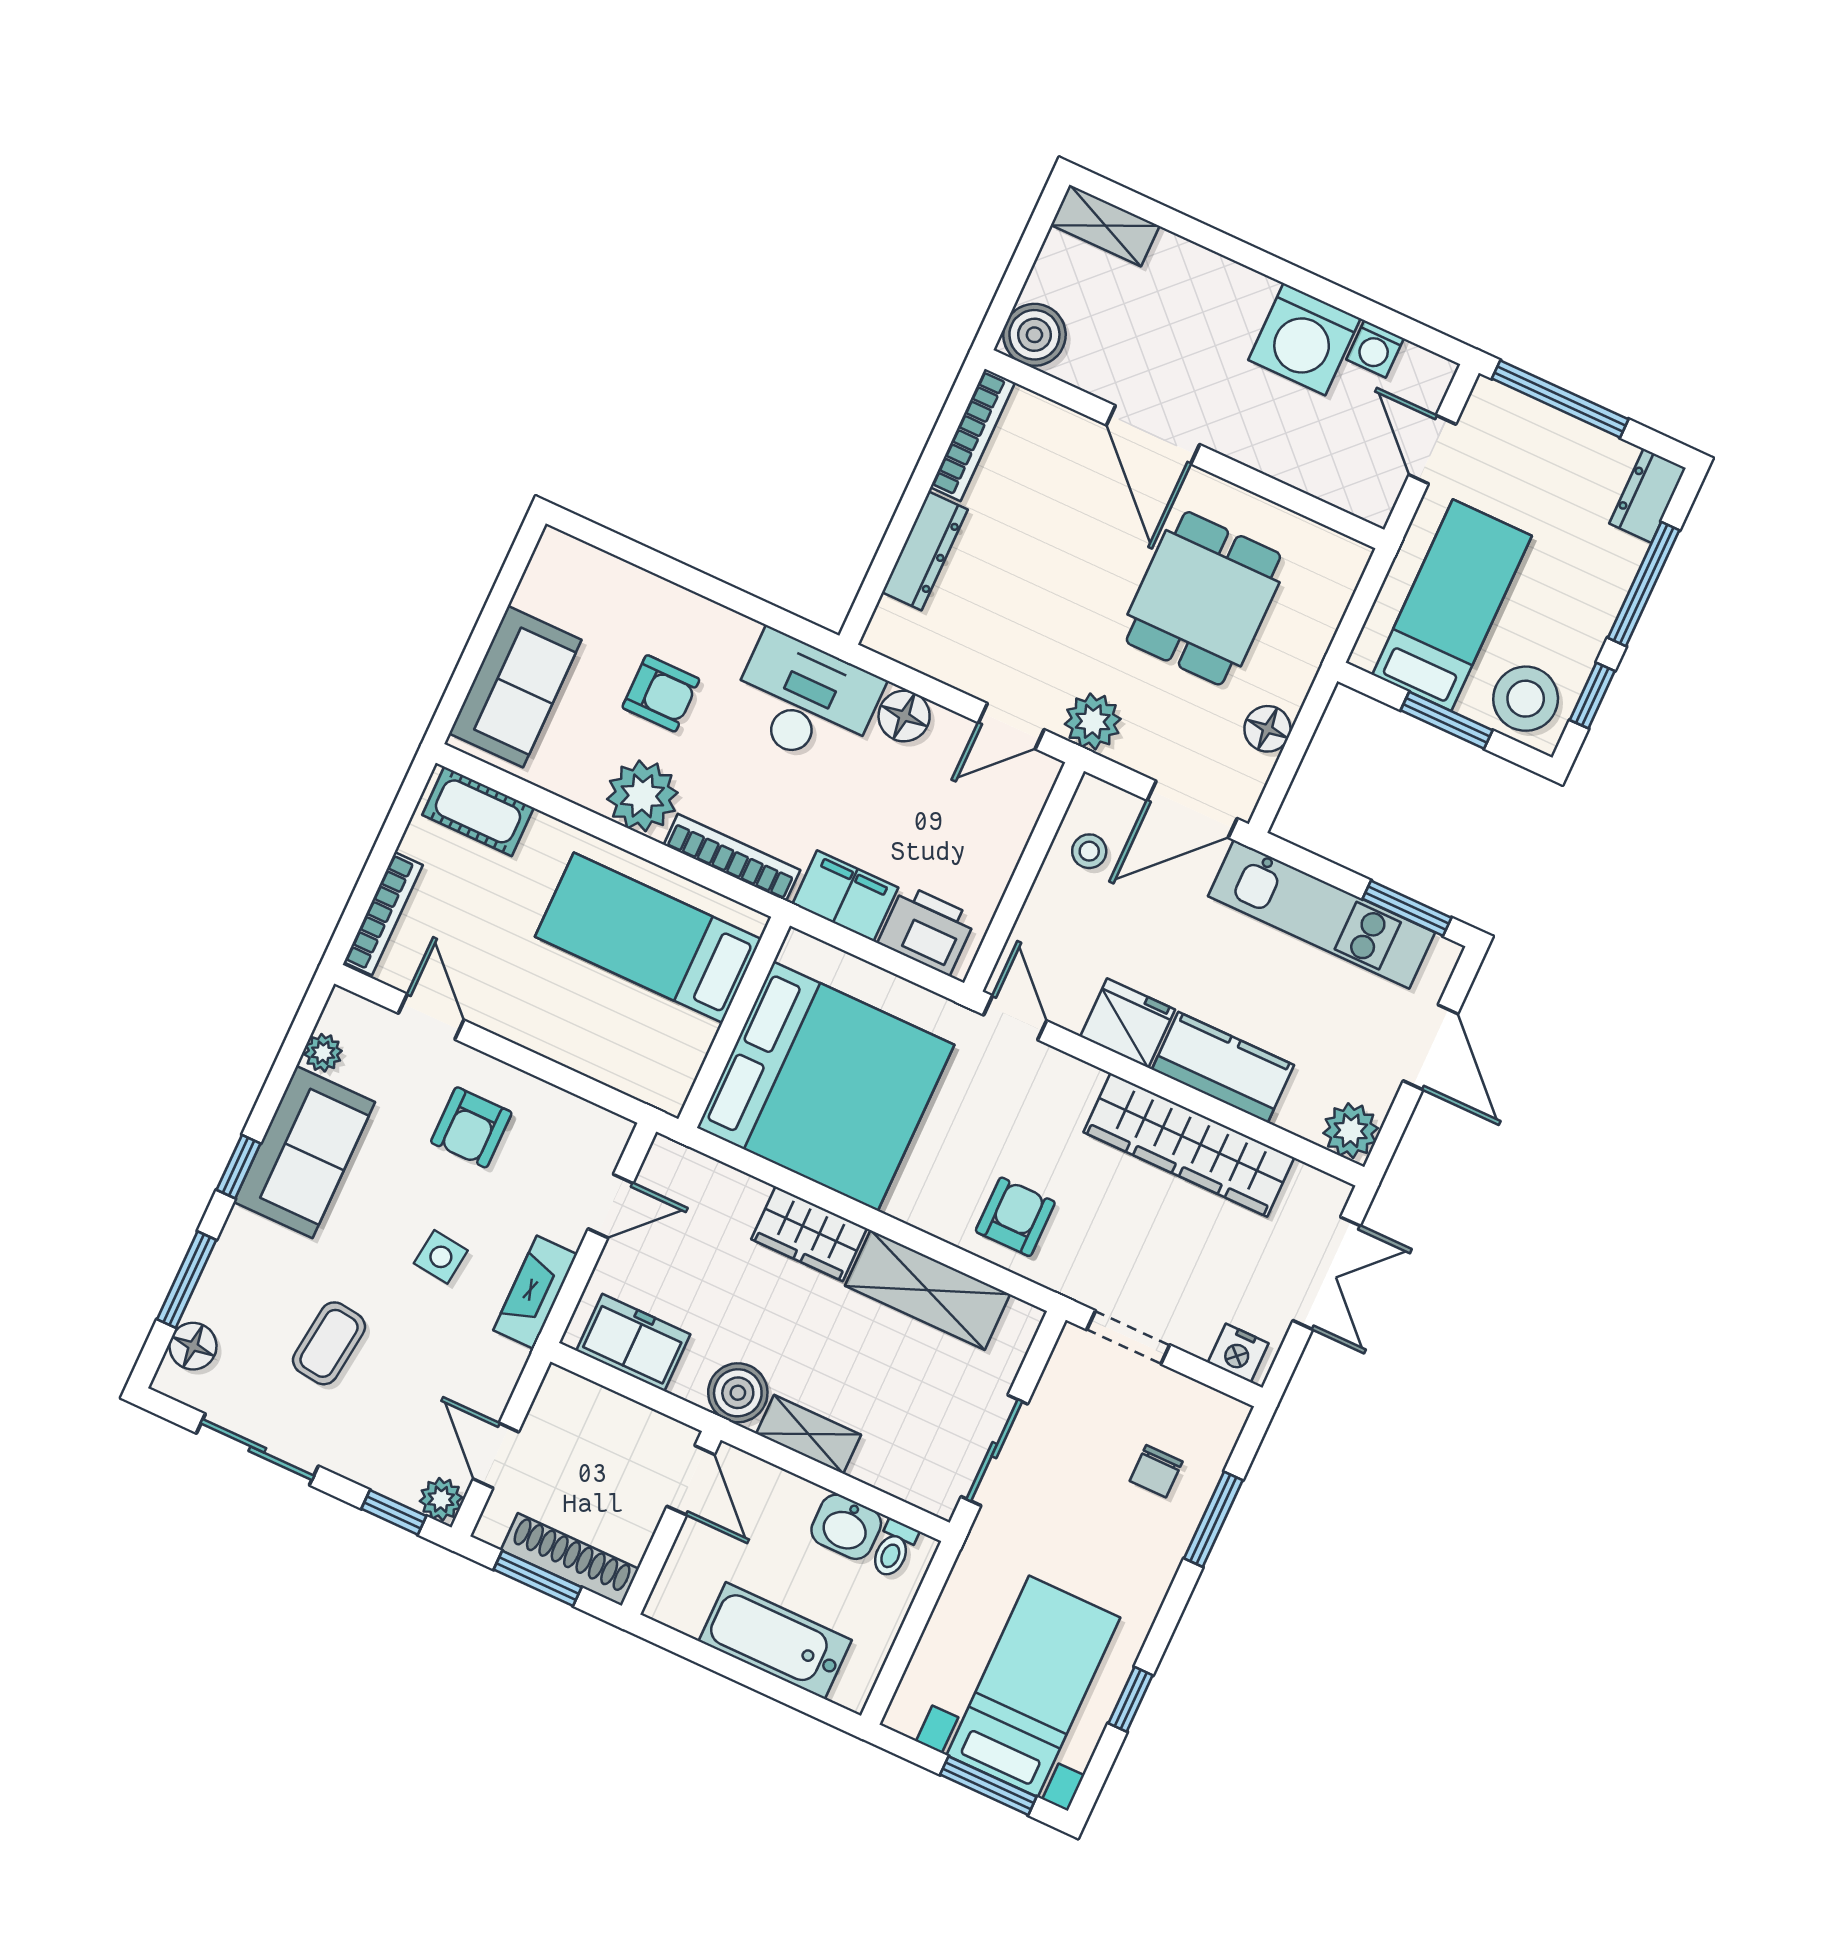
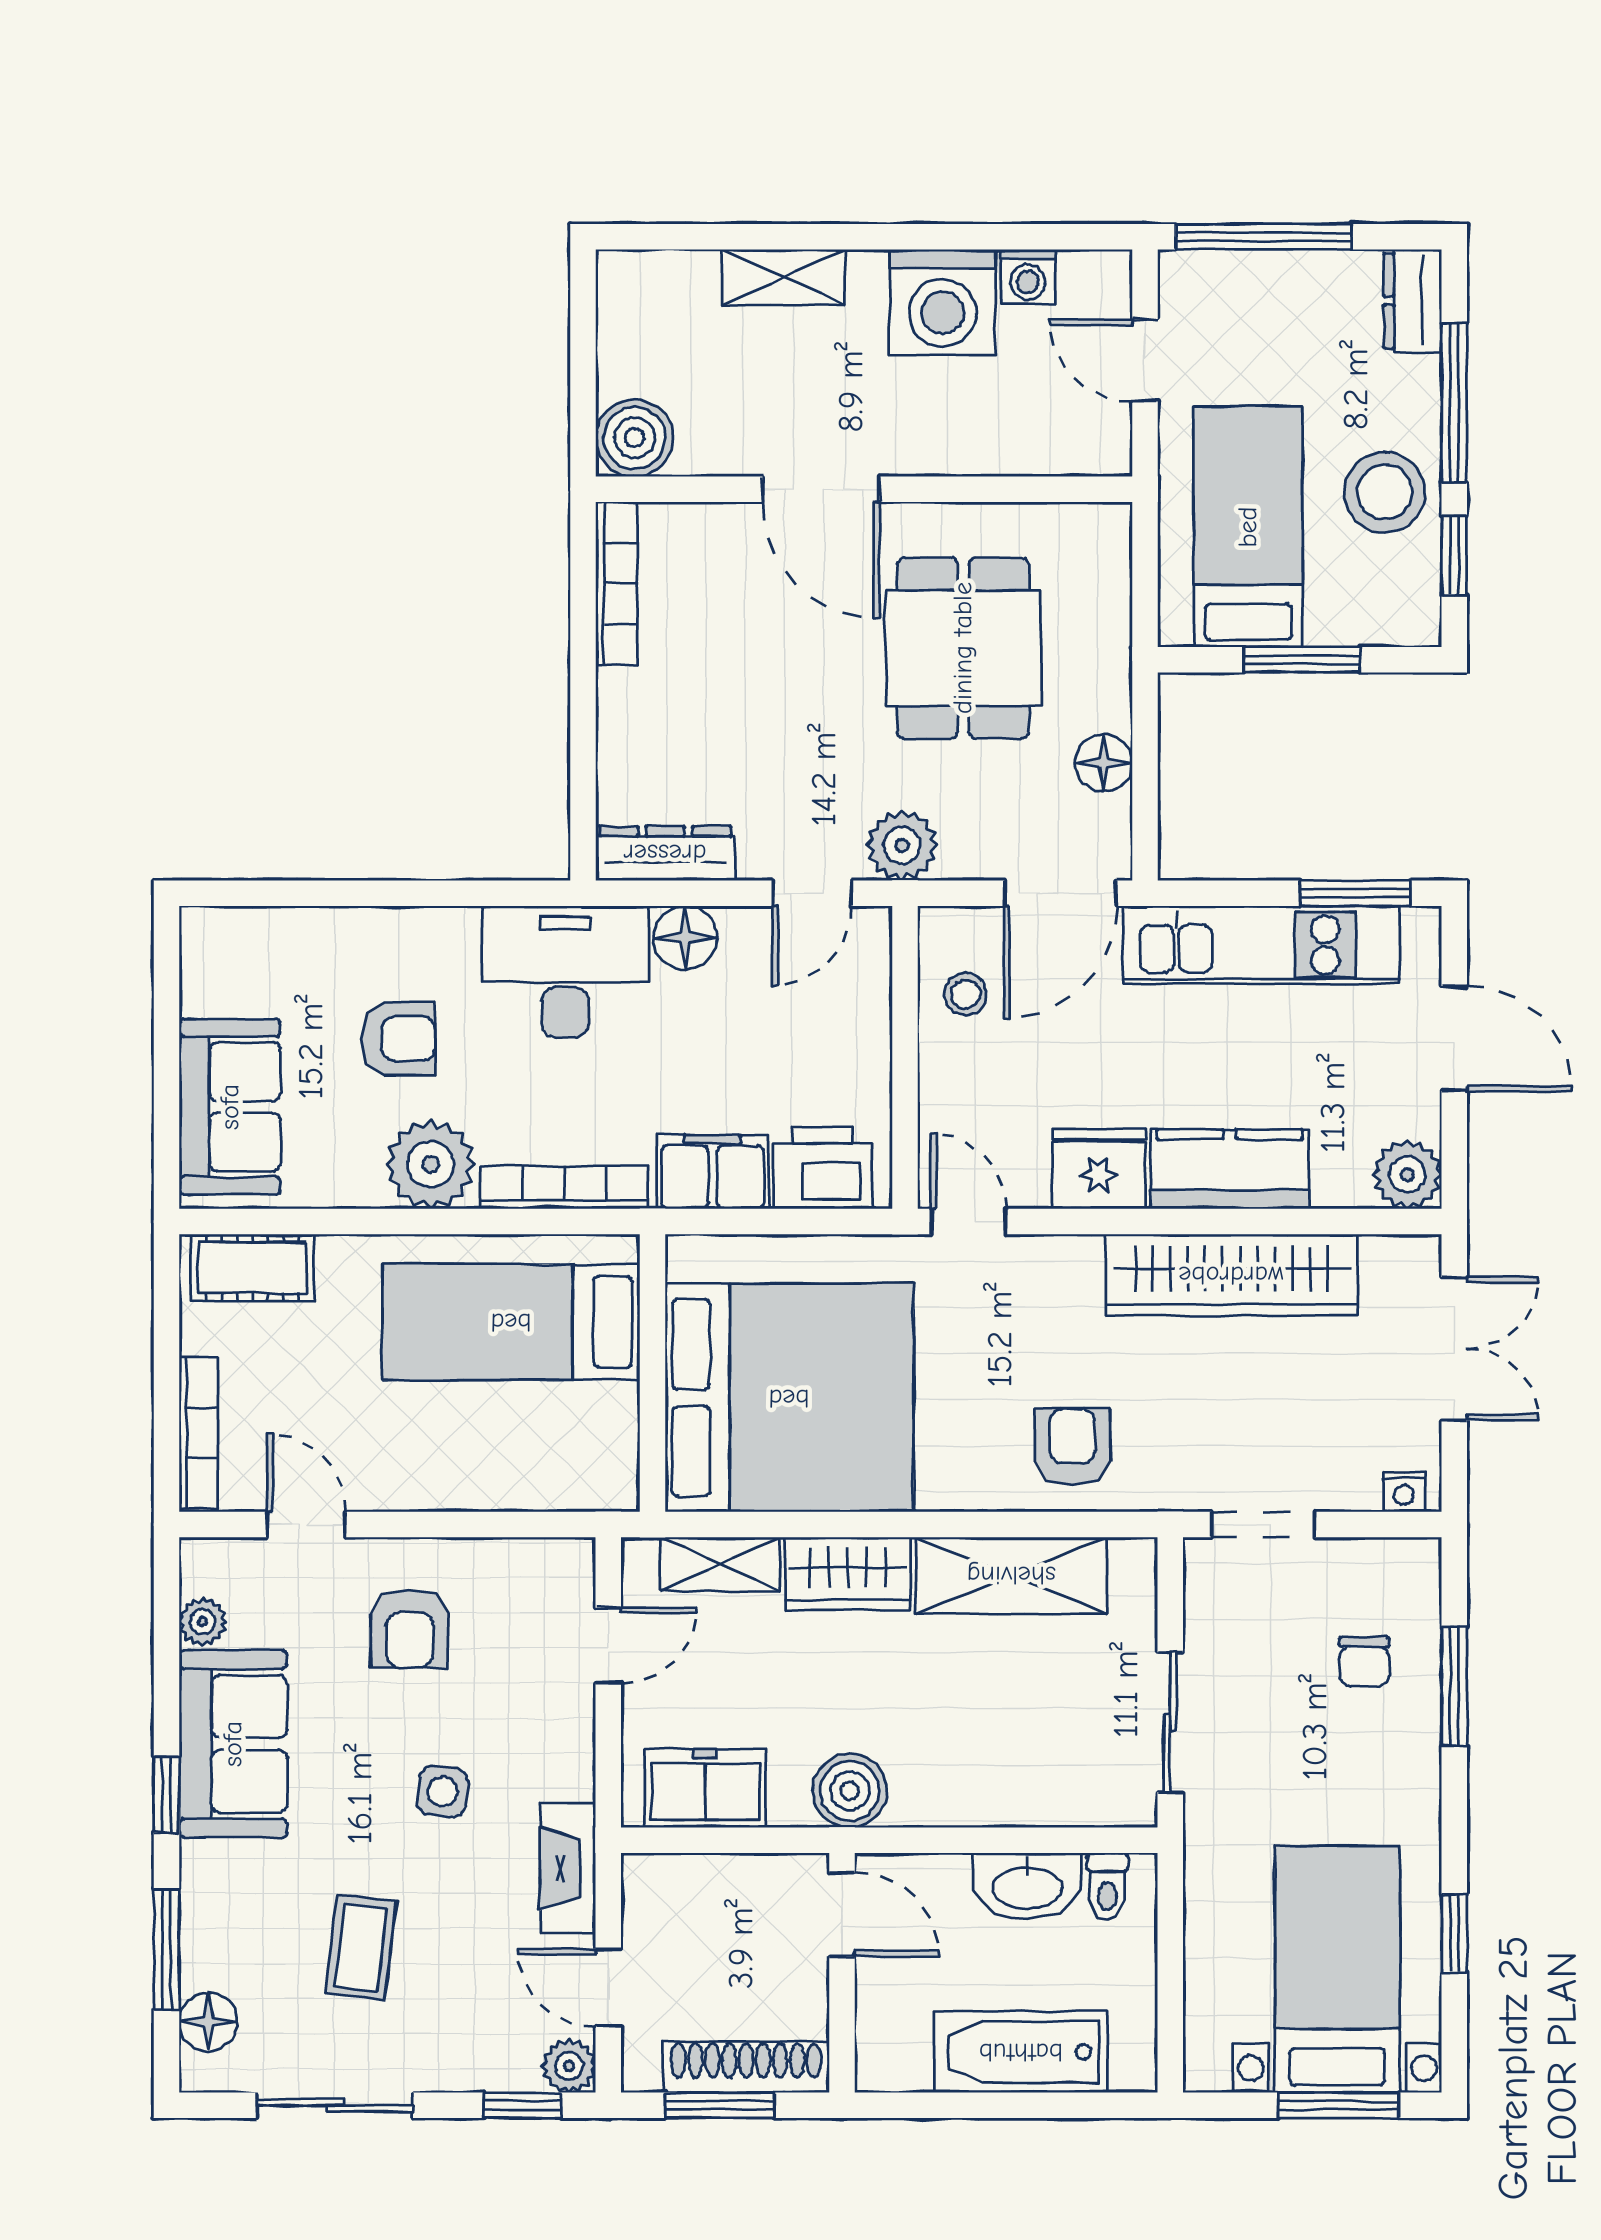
shelving: (1105, 225) -> (784, 277), moved
dresser: (925, 551) -> (665, 853), moved, turned -90
stool: (1526, 699) -> (1385, 492), moved
fireplace: (535, 1292) -> (568, 1869), moved
nightstand: (1238, 1353) -> (1404, 1492), width x0.72, depth x0.74
shelving: (809, 1434) -> (720, 1564), moved
washbasin: (846, 1527) -> (1027, 1886), width x1.38

